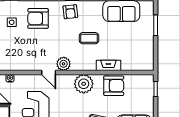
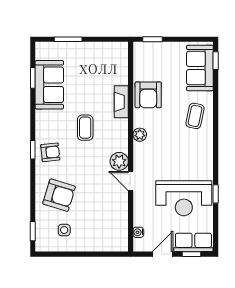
armchair: (38, 18) -> (59, 195), turned -73
door: (49, 72) -> (131, 181), swing flipped
plant: (84, 84) -> (140, 135), width x0.53, depth x0.53
armchair: (114, 86) -> (148, 95), turned 180

